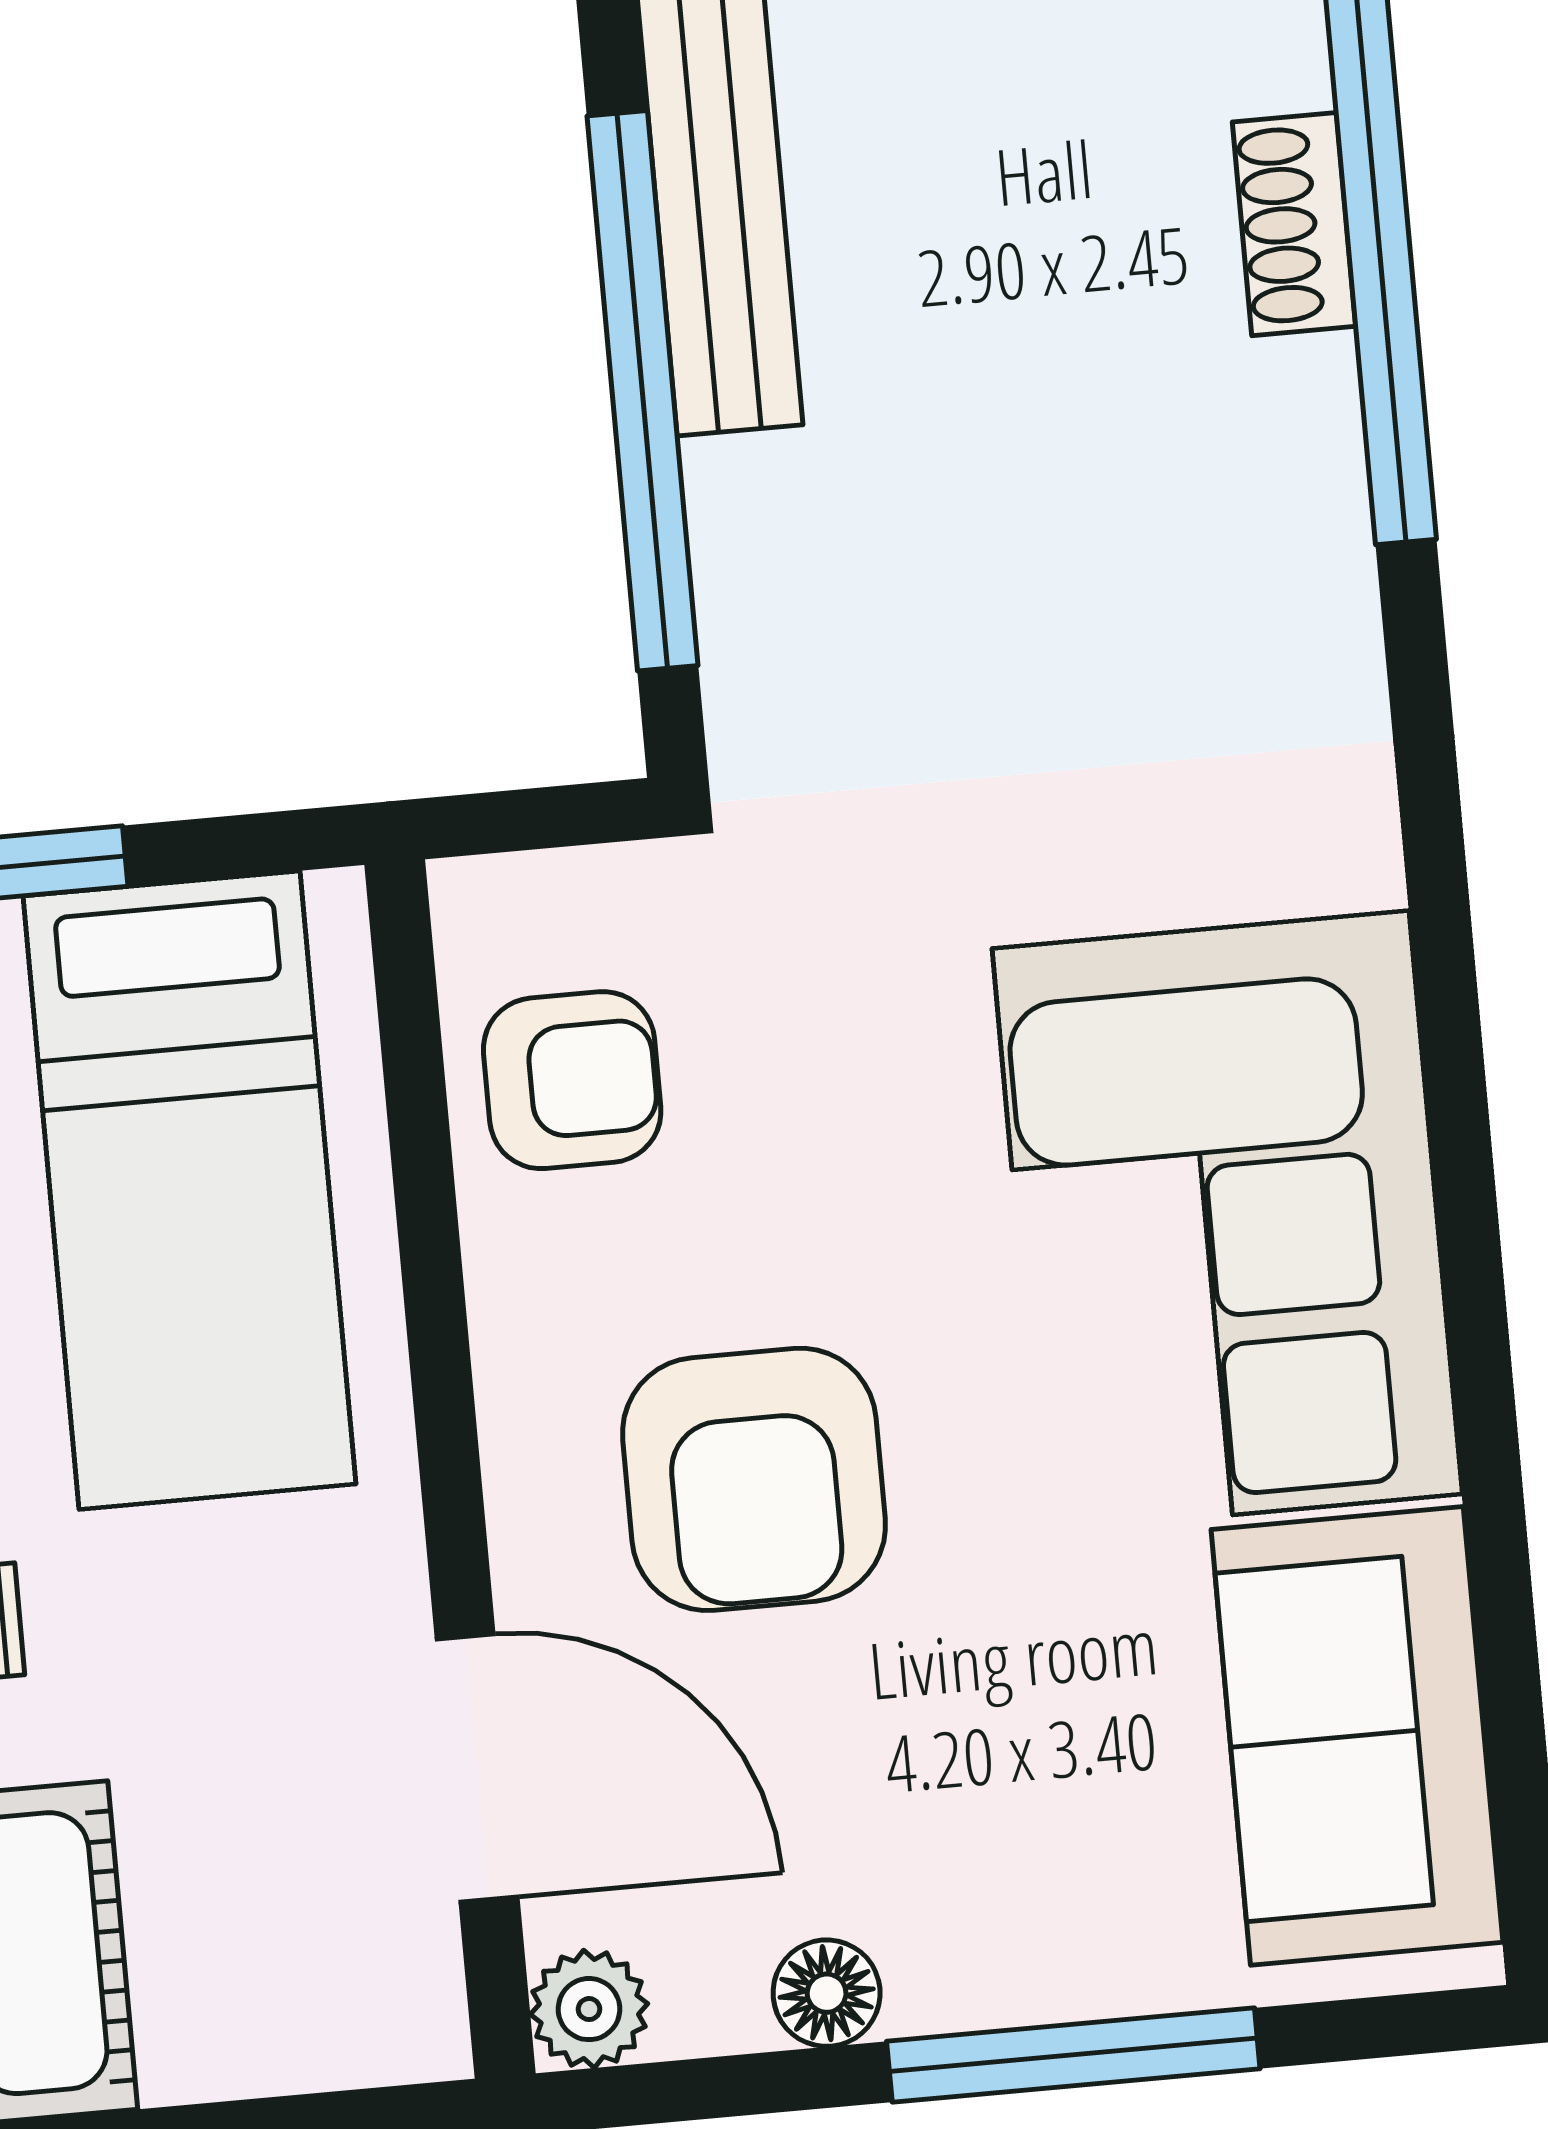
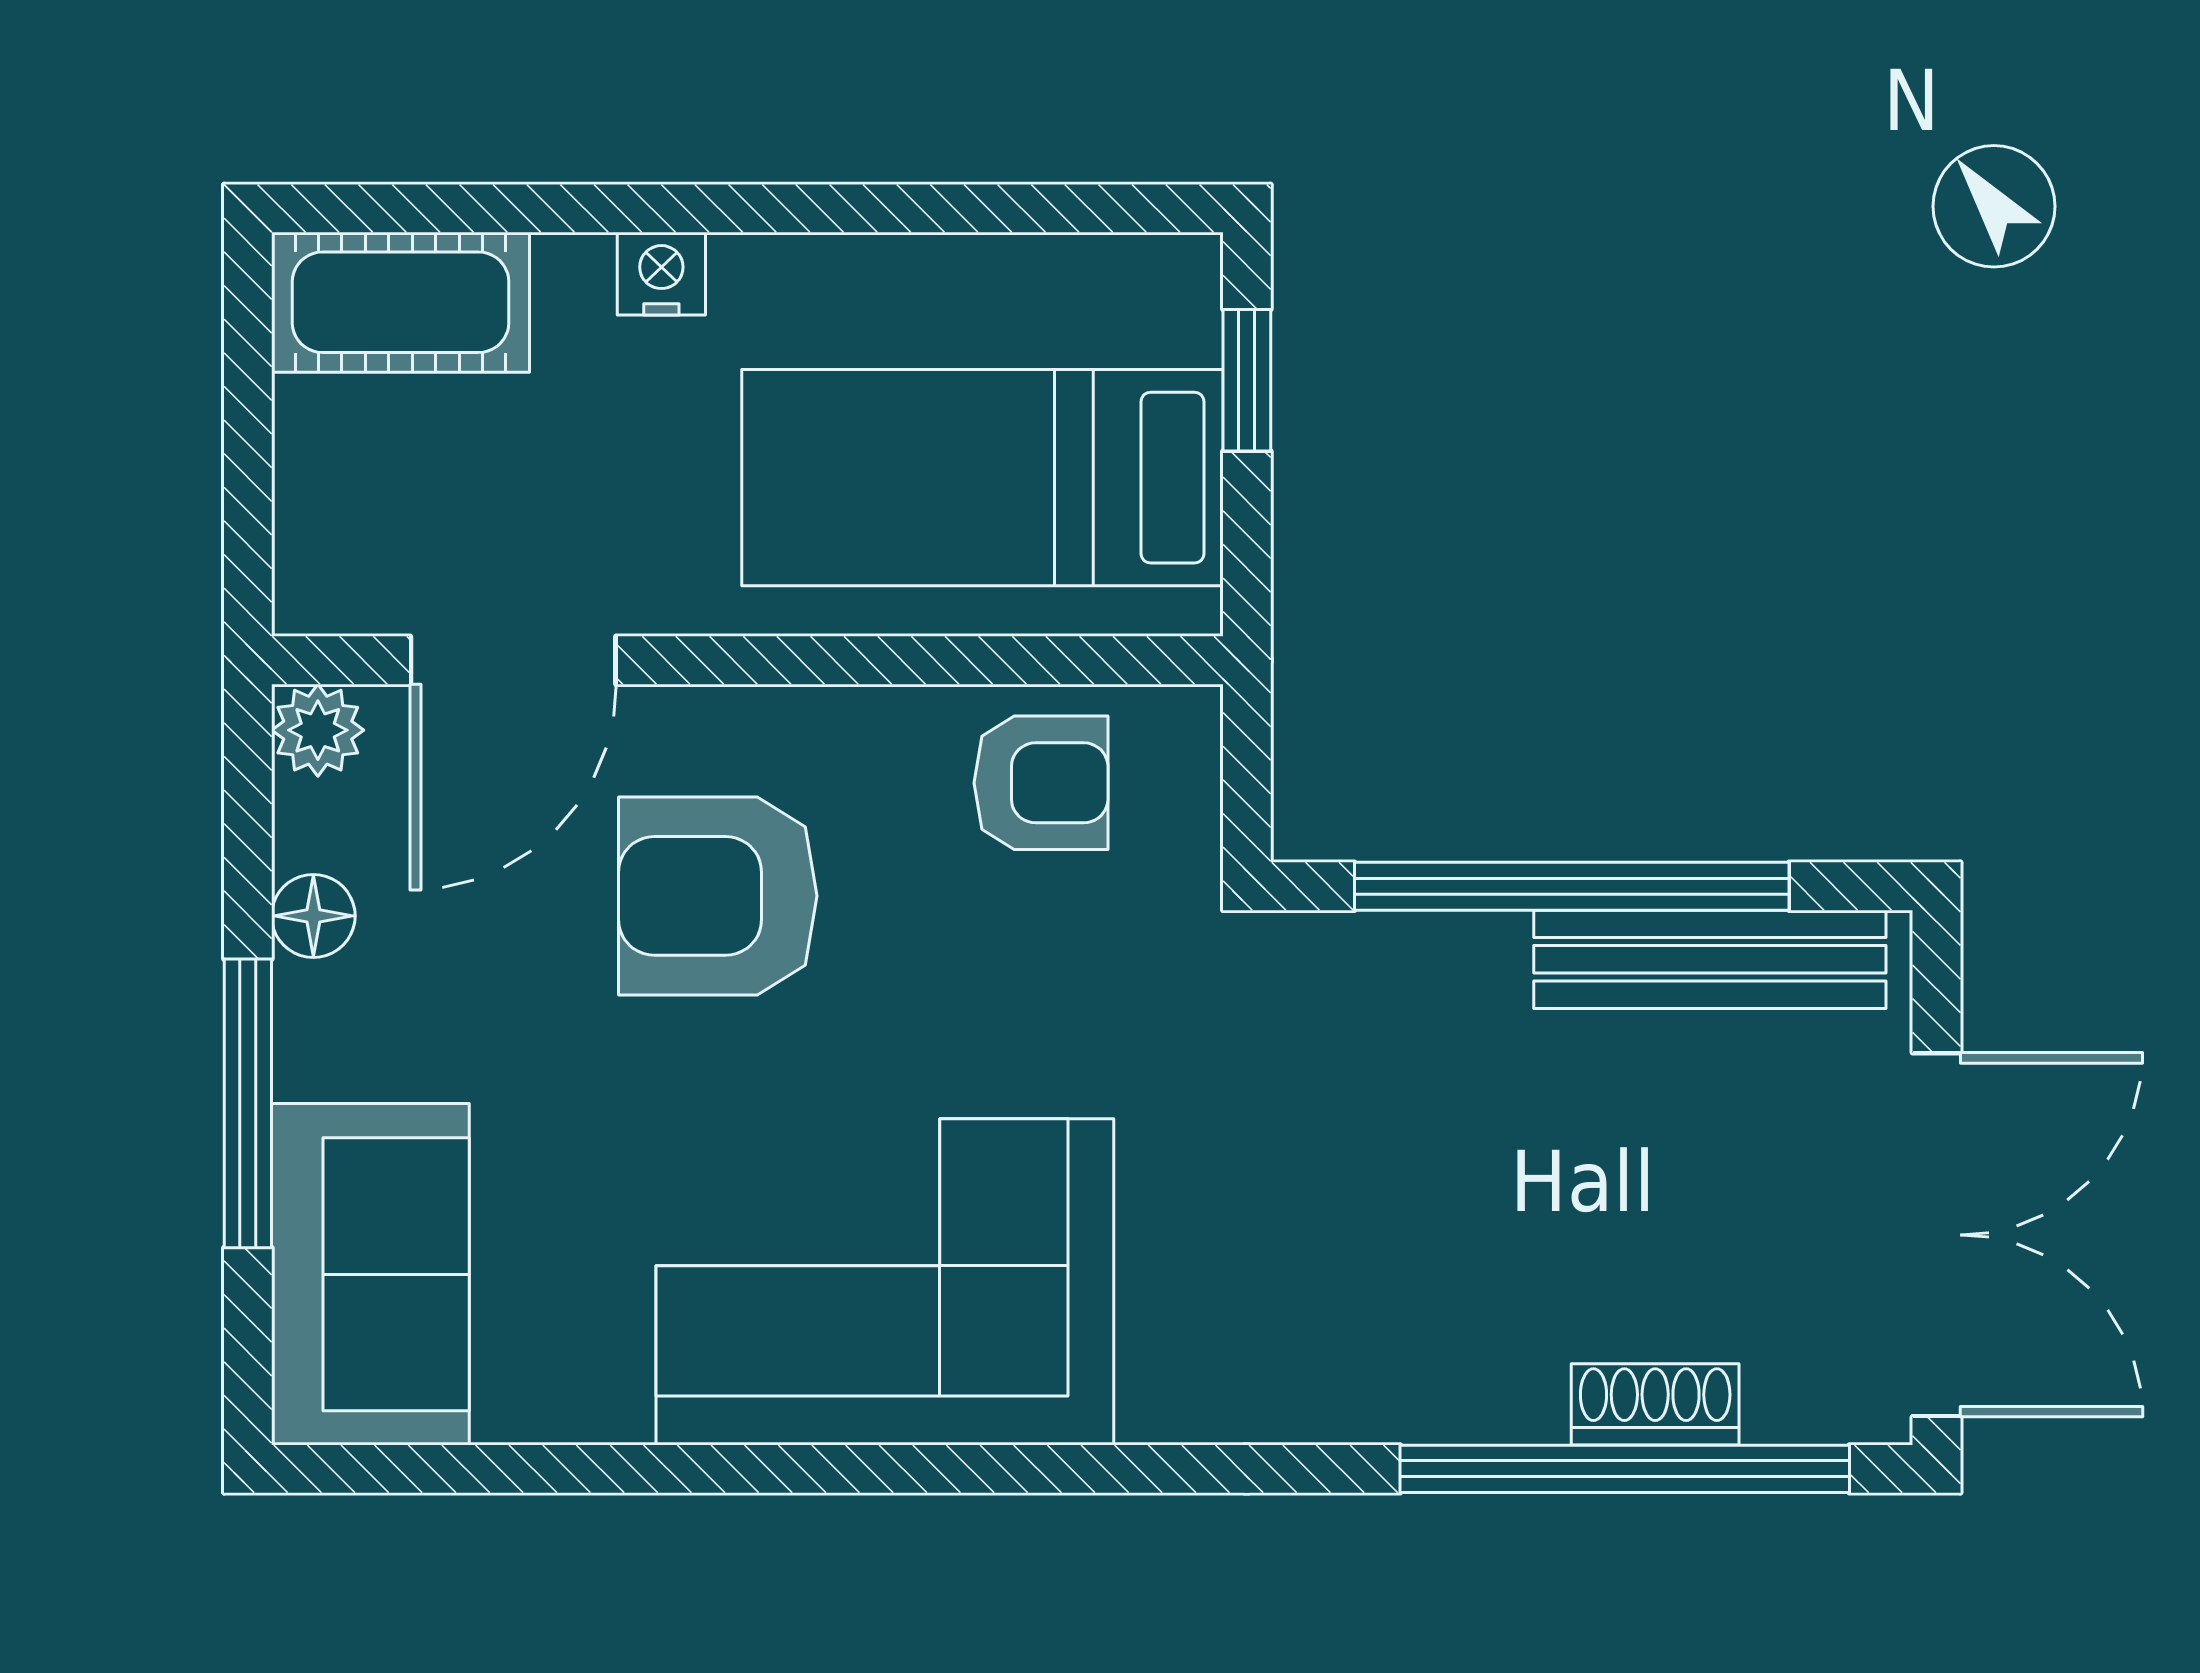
armchair: (572, 1080) -> (1041, 783), turned -90
sofa: (1357, 1736) -> (370, 1274), moved, turned 90

